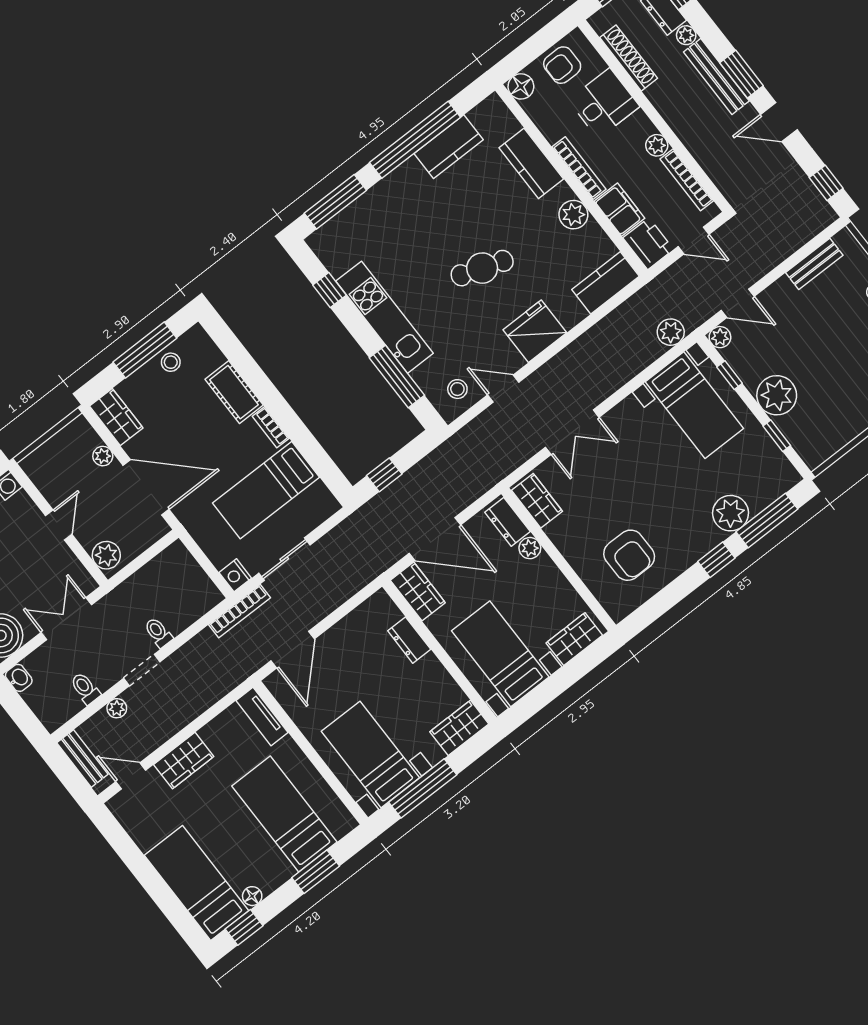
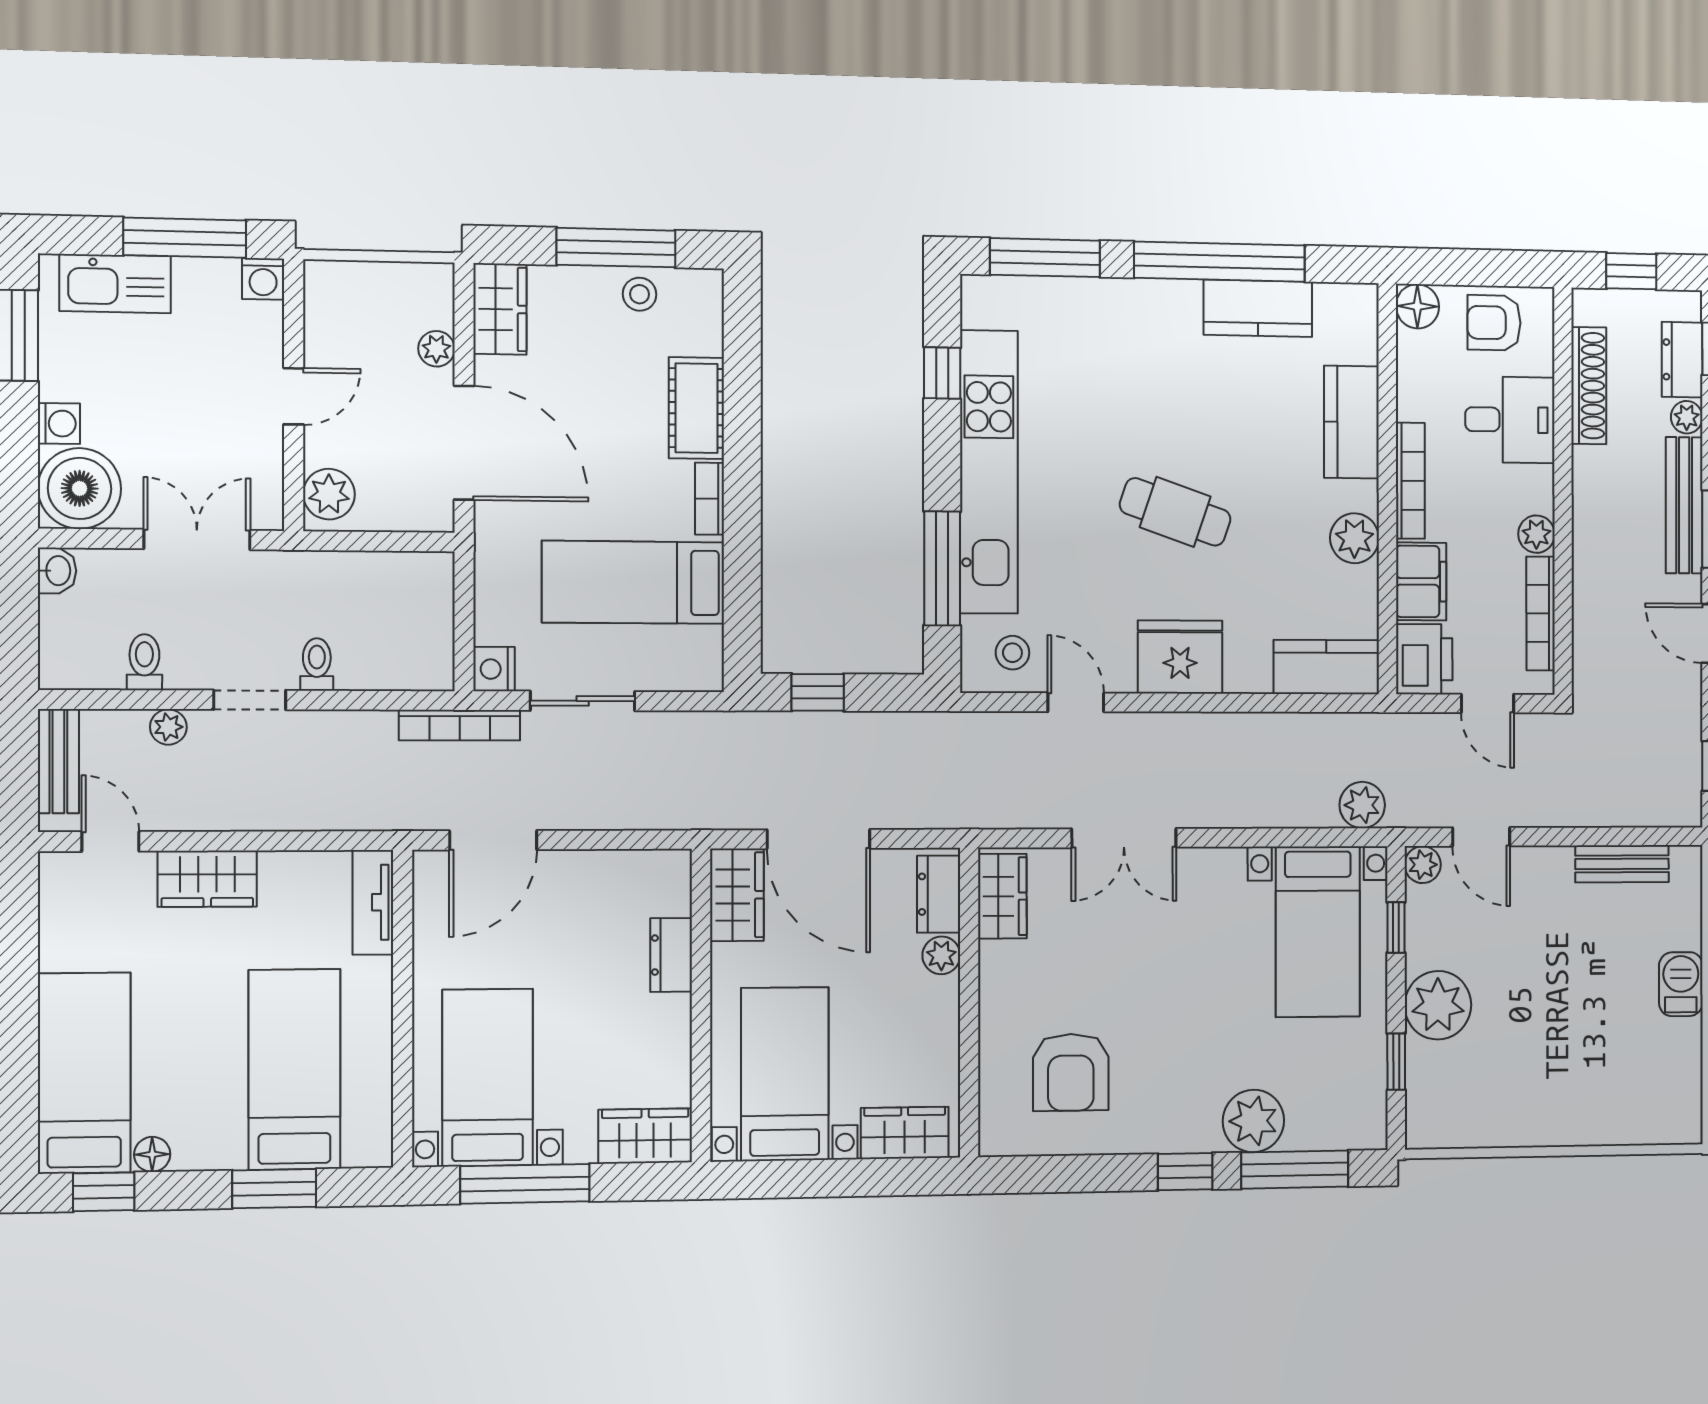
kitchen unit: (384, 317) -> (989, 472), width x1.36

